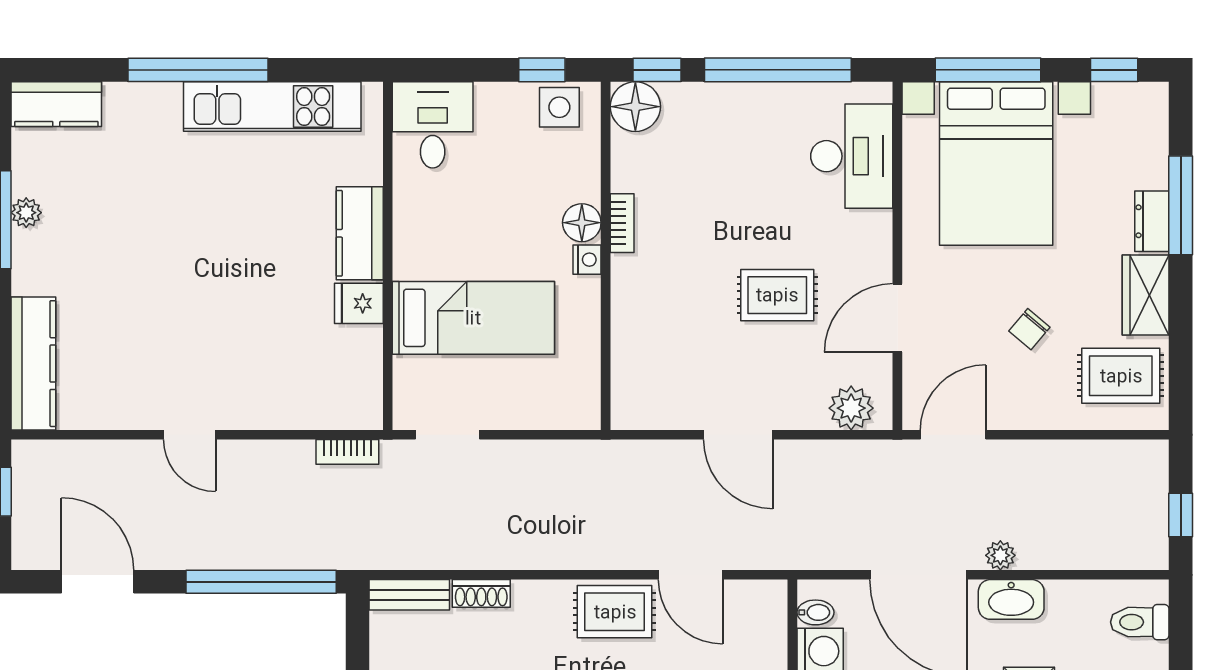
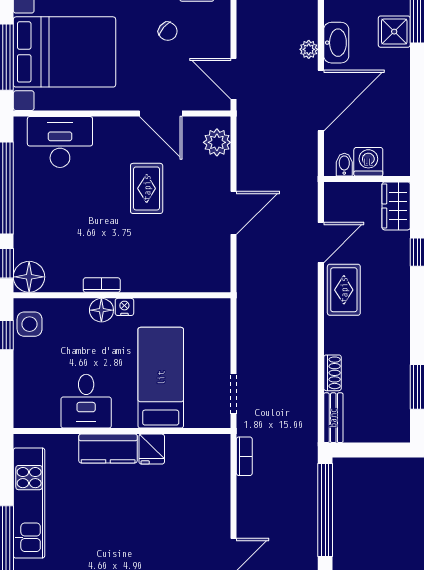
desk: (433, 125) -> (86, 401), moved, turned -90

